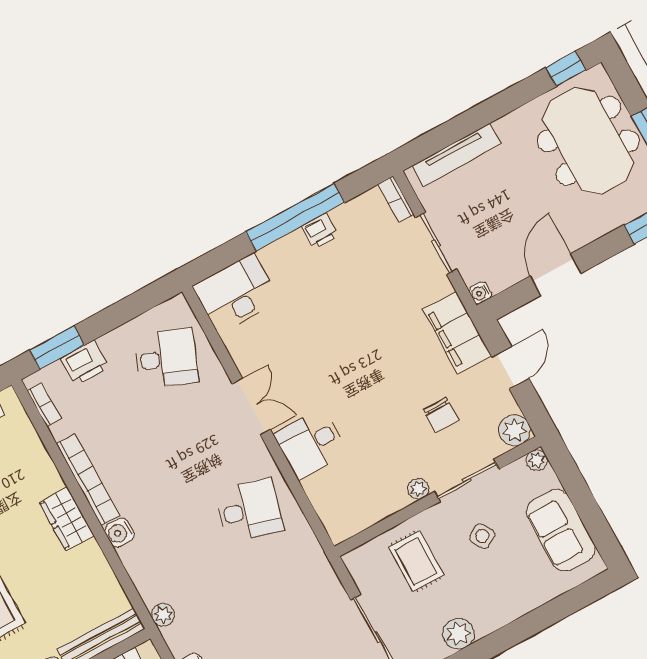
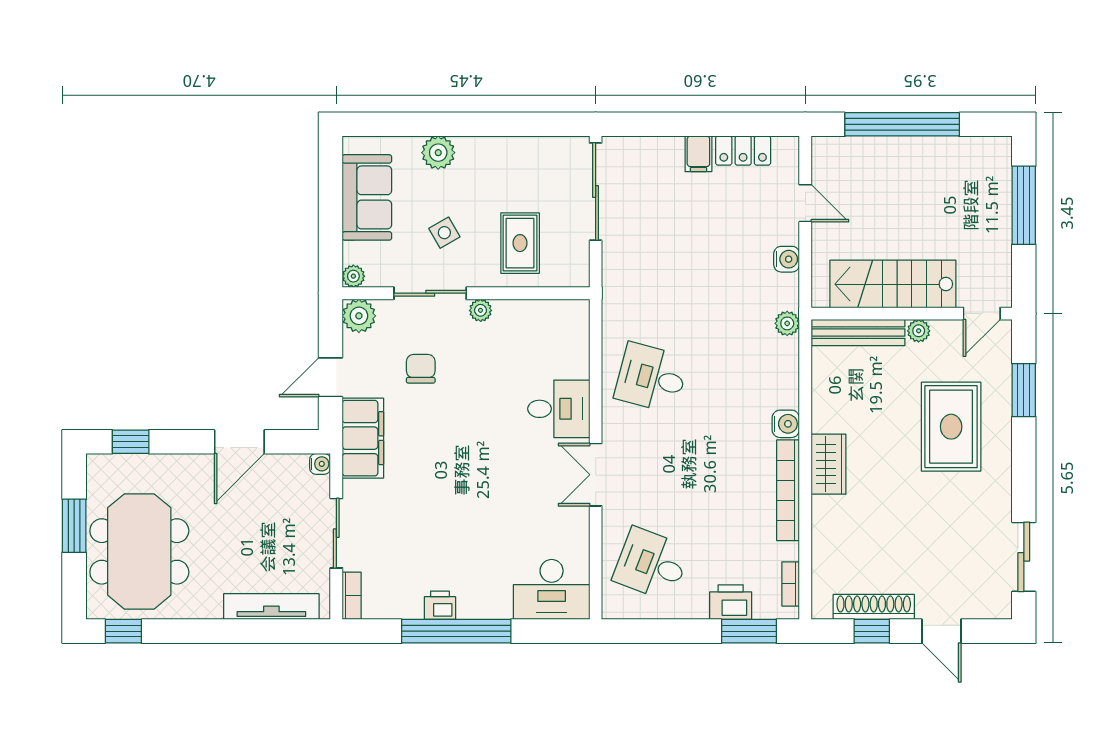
plant: (458, 634) -> (438, 153), moved

